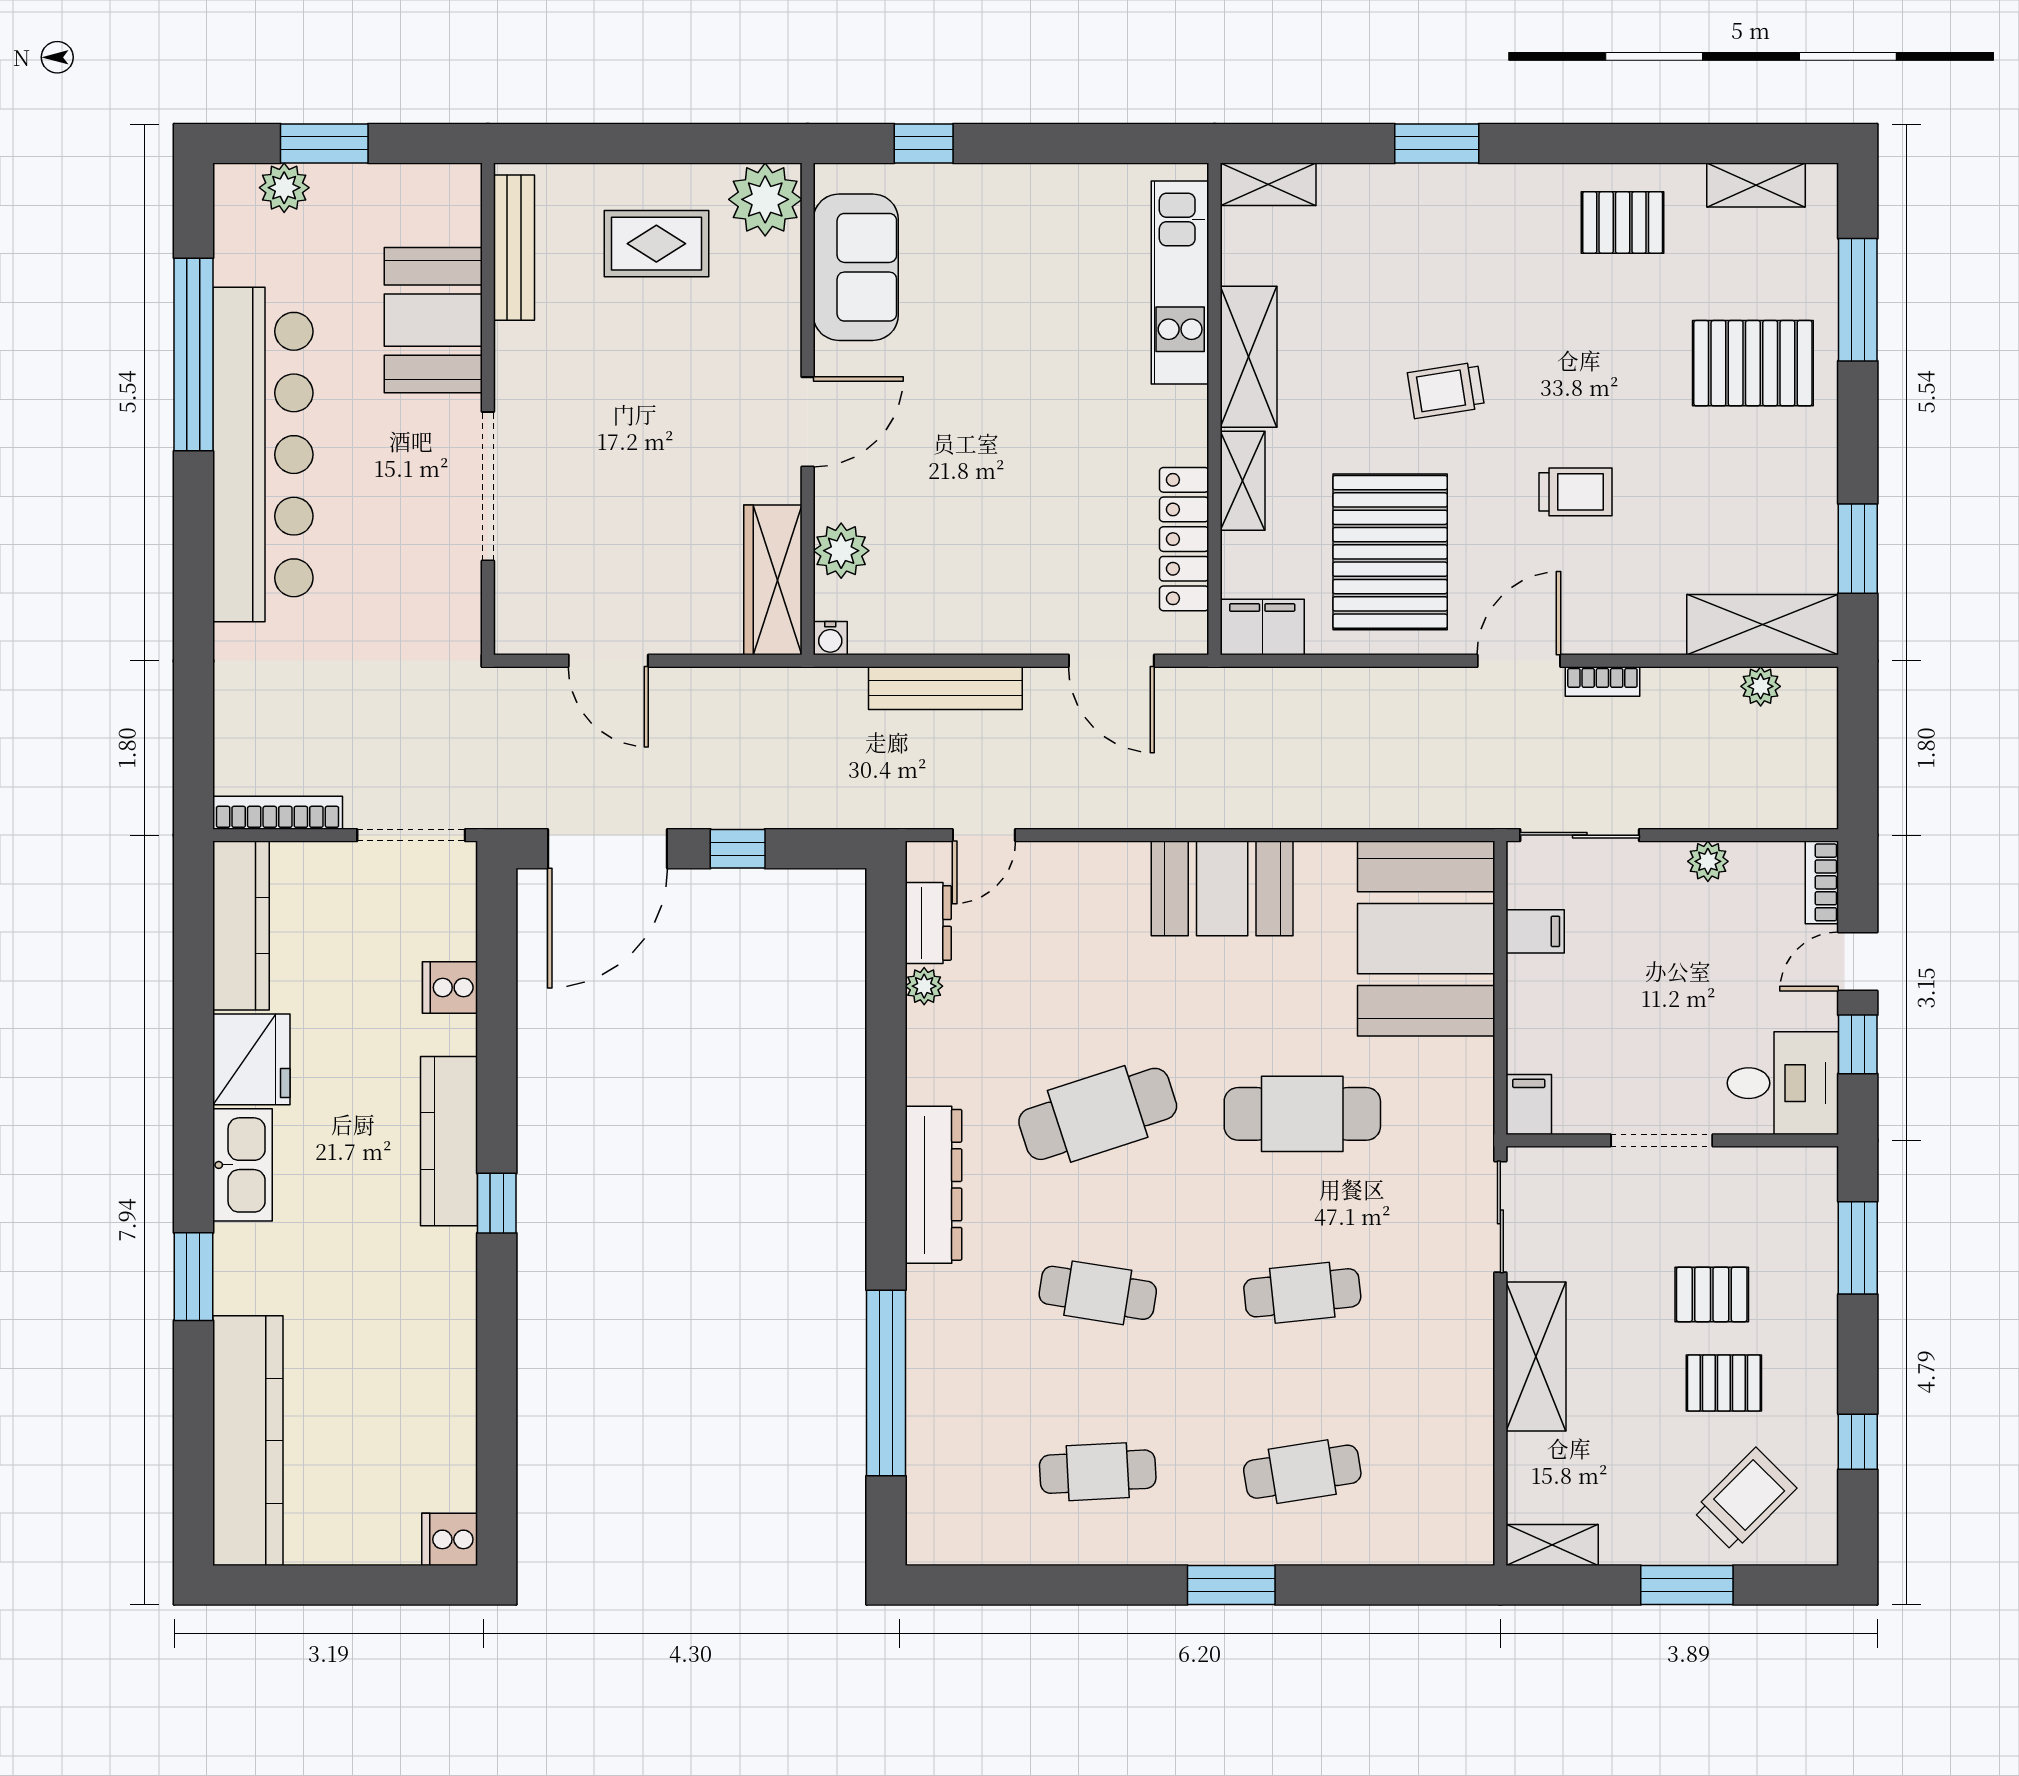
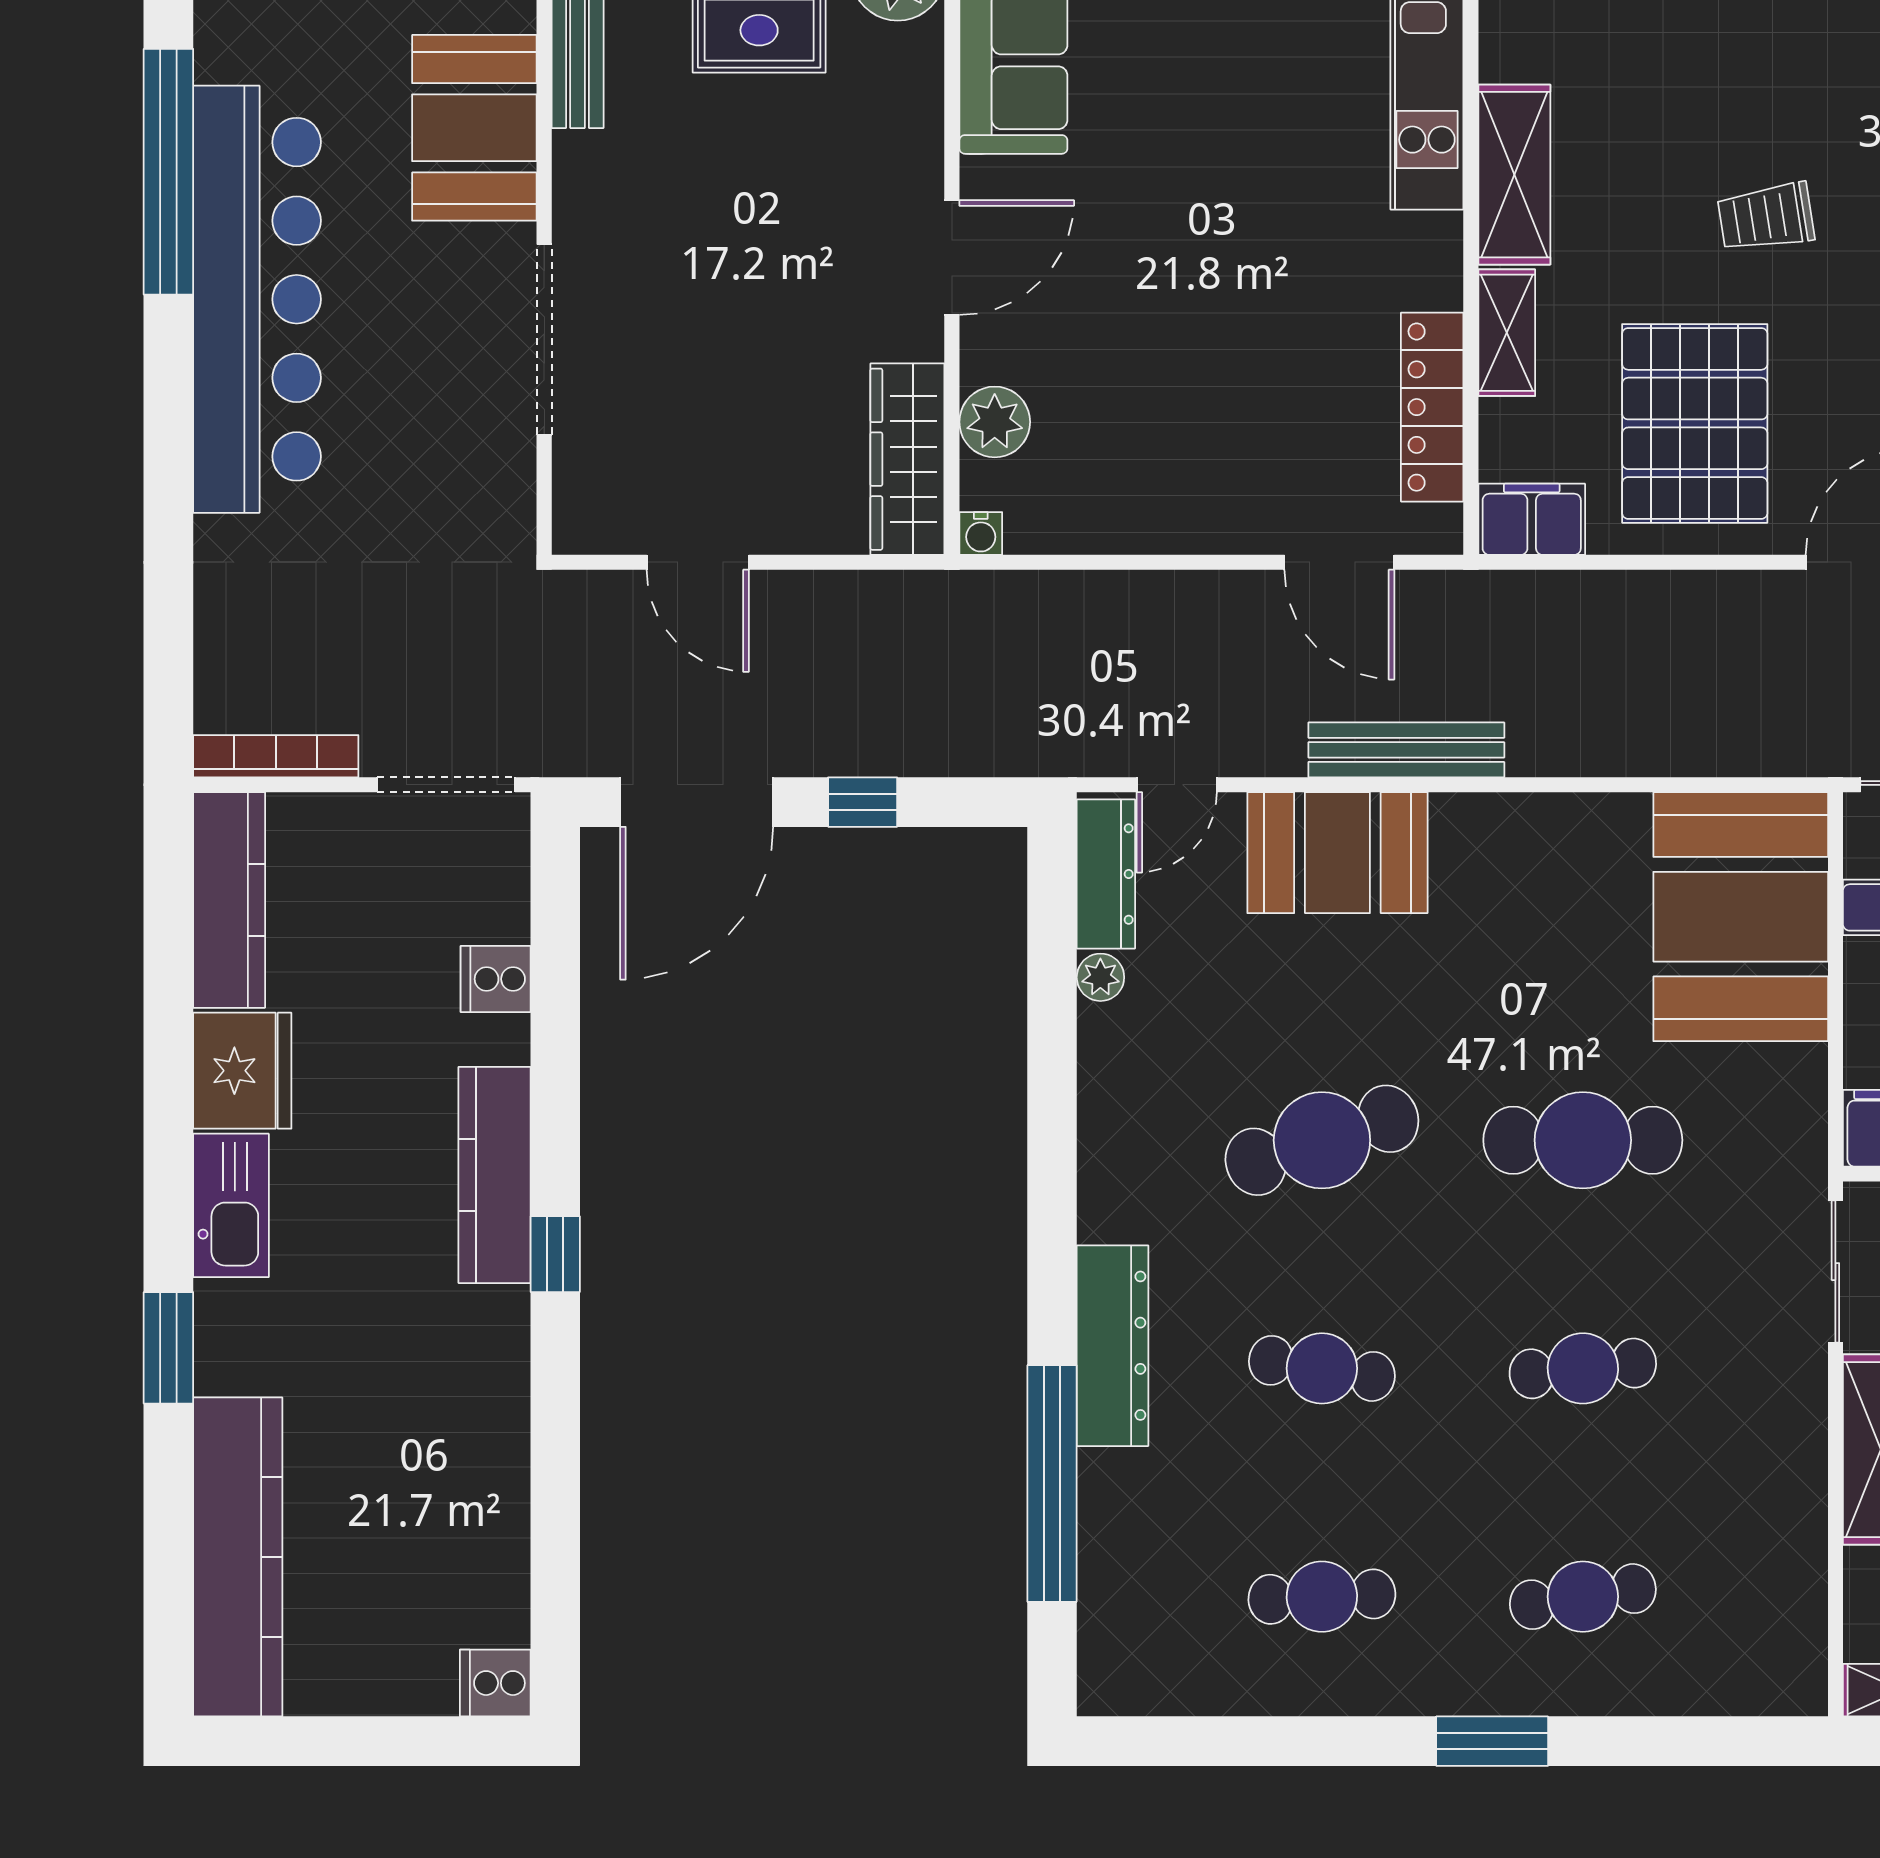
bench: (945, 688) -> (1406, 750), moved
booth: (1222, 888) -> (1337, 853), moved
dresser: (928, 923) -> (1106, 874), width x1.44
dresser: (934, 1185) -> (1113, 1346), moved

